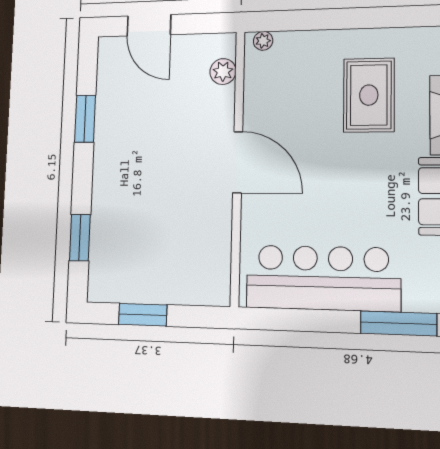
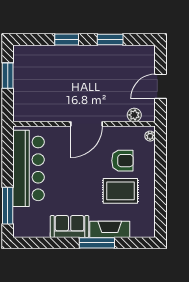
door: (149, 25) -> (160, 86), moved
armchair: (309, 92) -> (122, 161), added
window: (80, 238) -> (67, 40), moved

